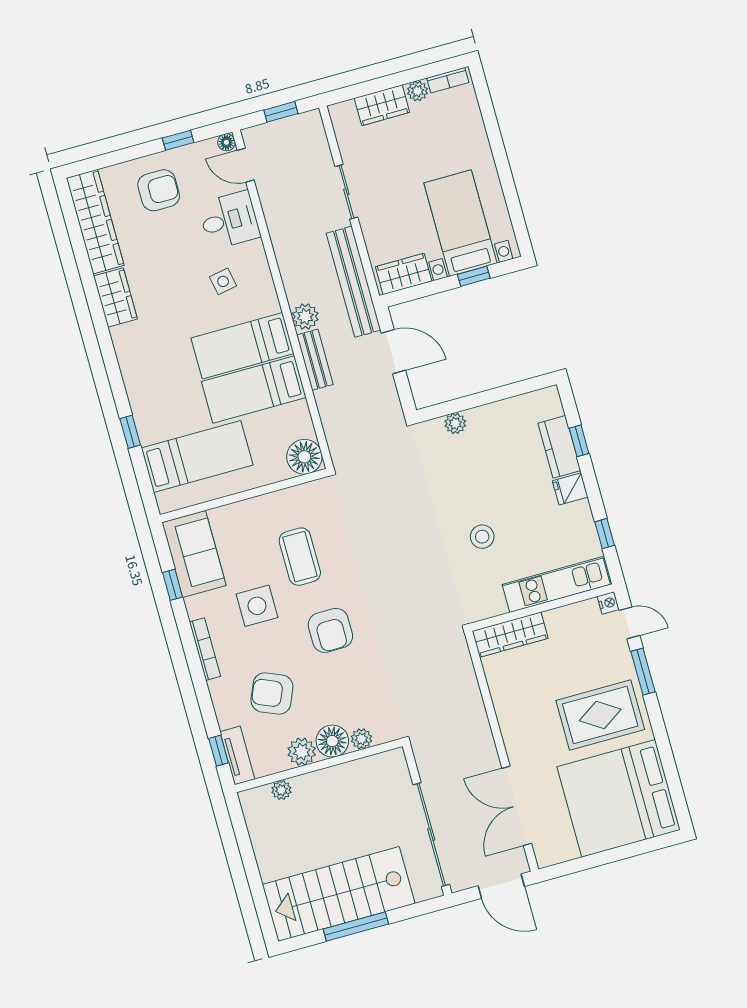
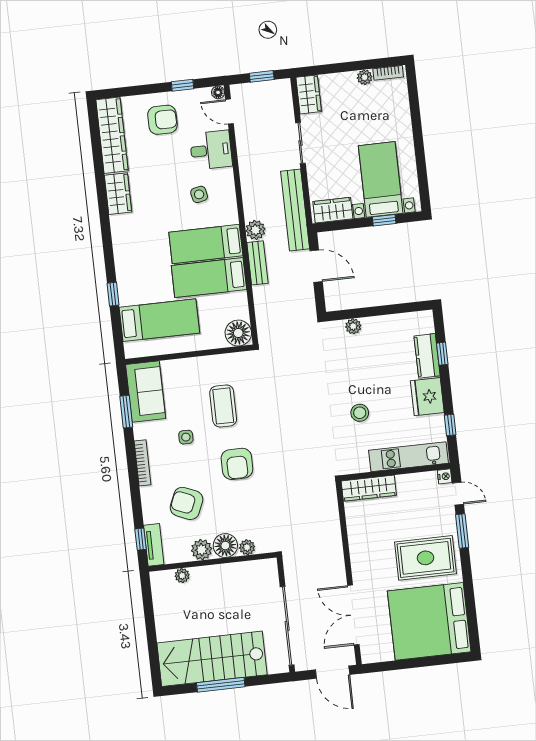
wardrobe: (382, 105) -> (309, 94), moved, turned -90
fridge: (570, 489) -> (427, 397), width x1.88, depth x1.34
window: (173, 585) -> (126, 412), width x1.50
side table: (257, 606) -> (186, 437), width x0.54, depth x0.54

